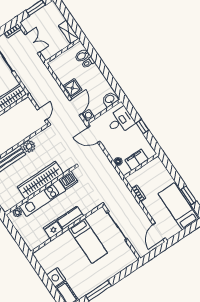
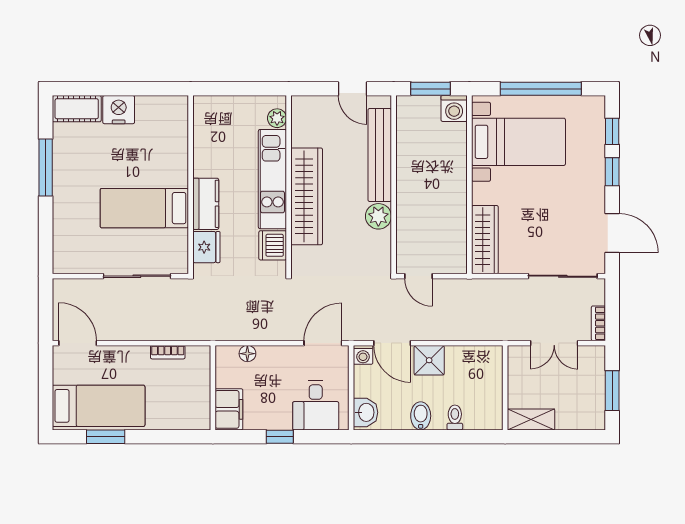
bidet: (82, 55) -> (421, 416), moved
filing cabinet: (137, 160) -> (229, 409), moved
fridge: (53, 229) -> (206, 247), moved

